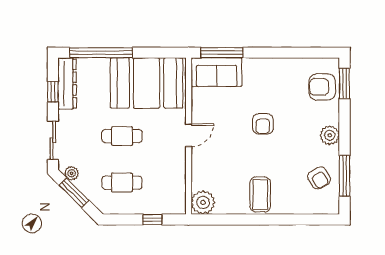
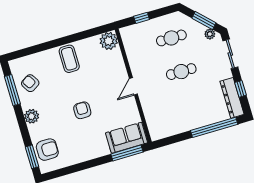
booth: (147, 83) -> (175, 115), removed

